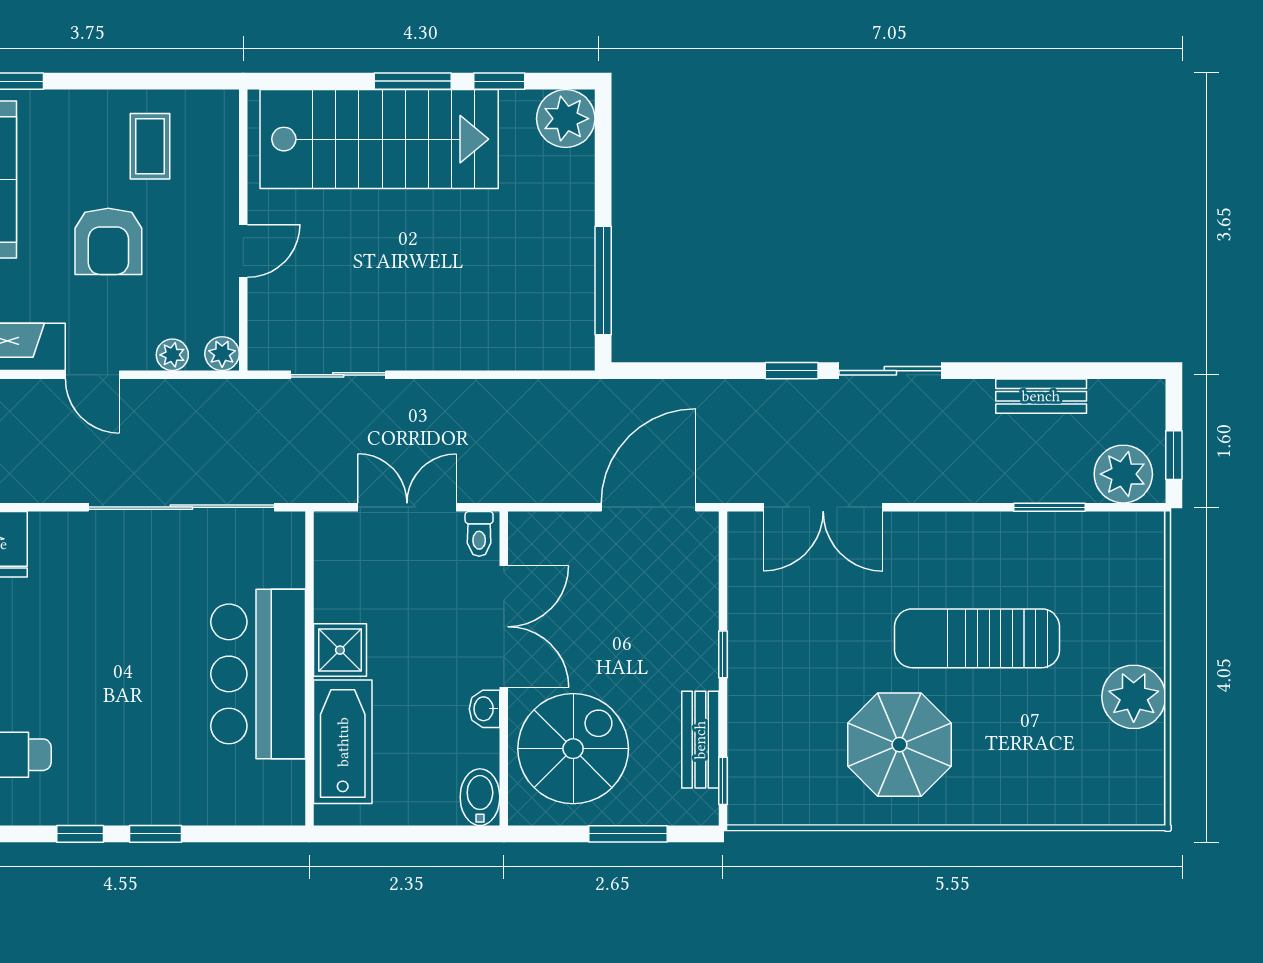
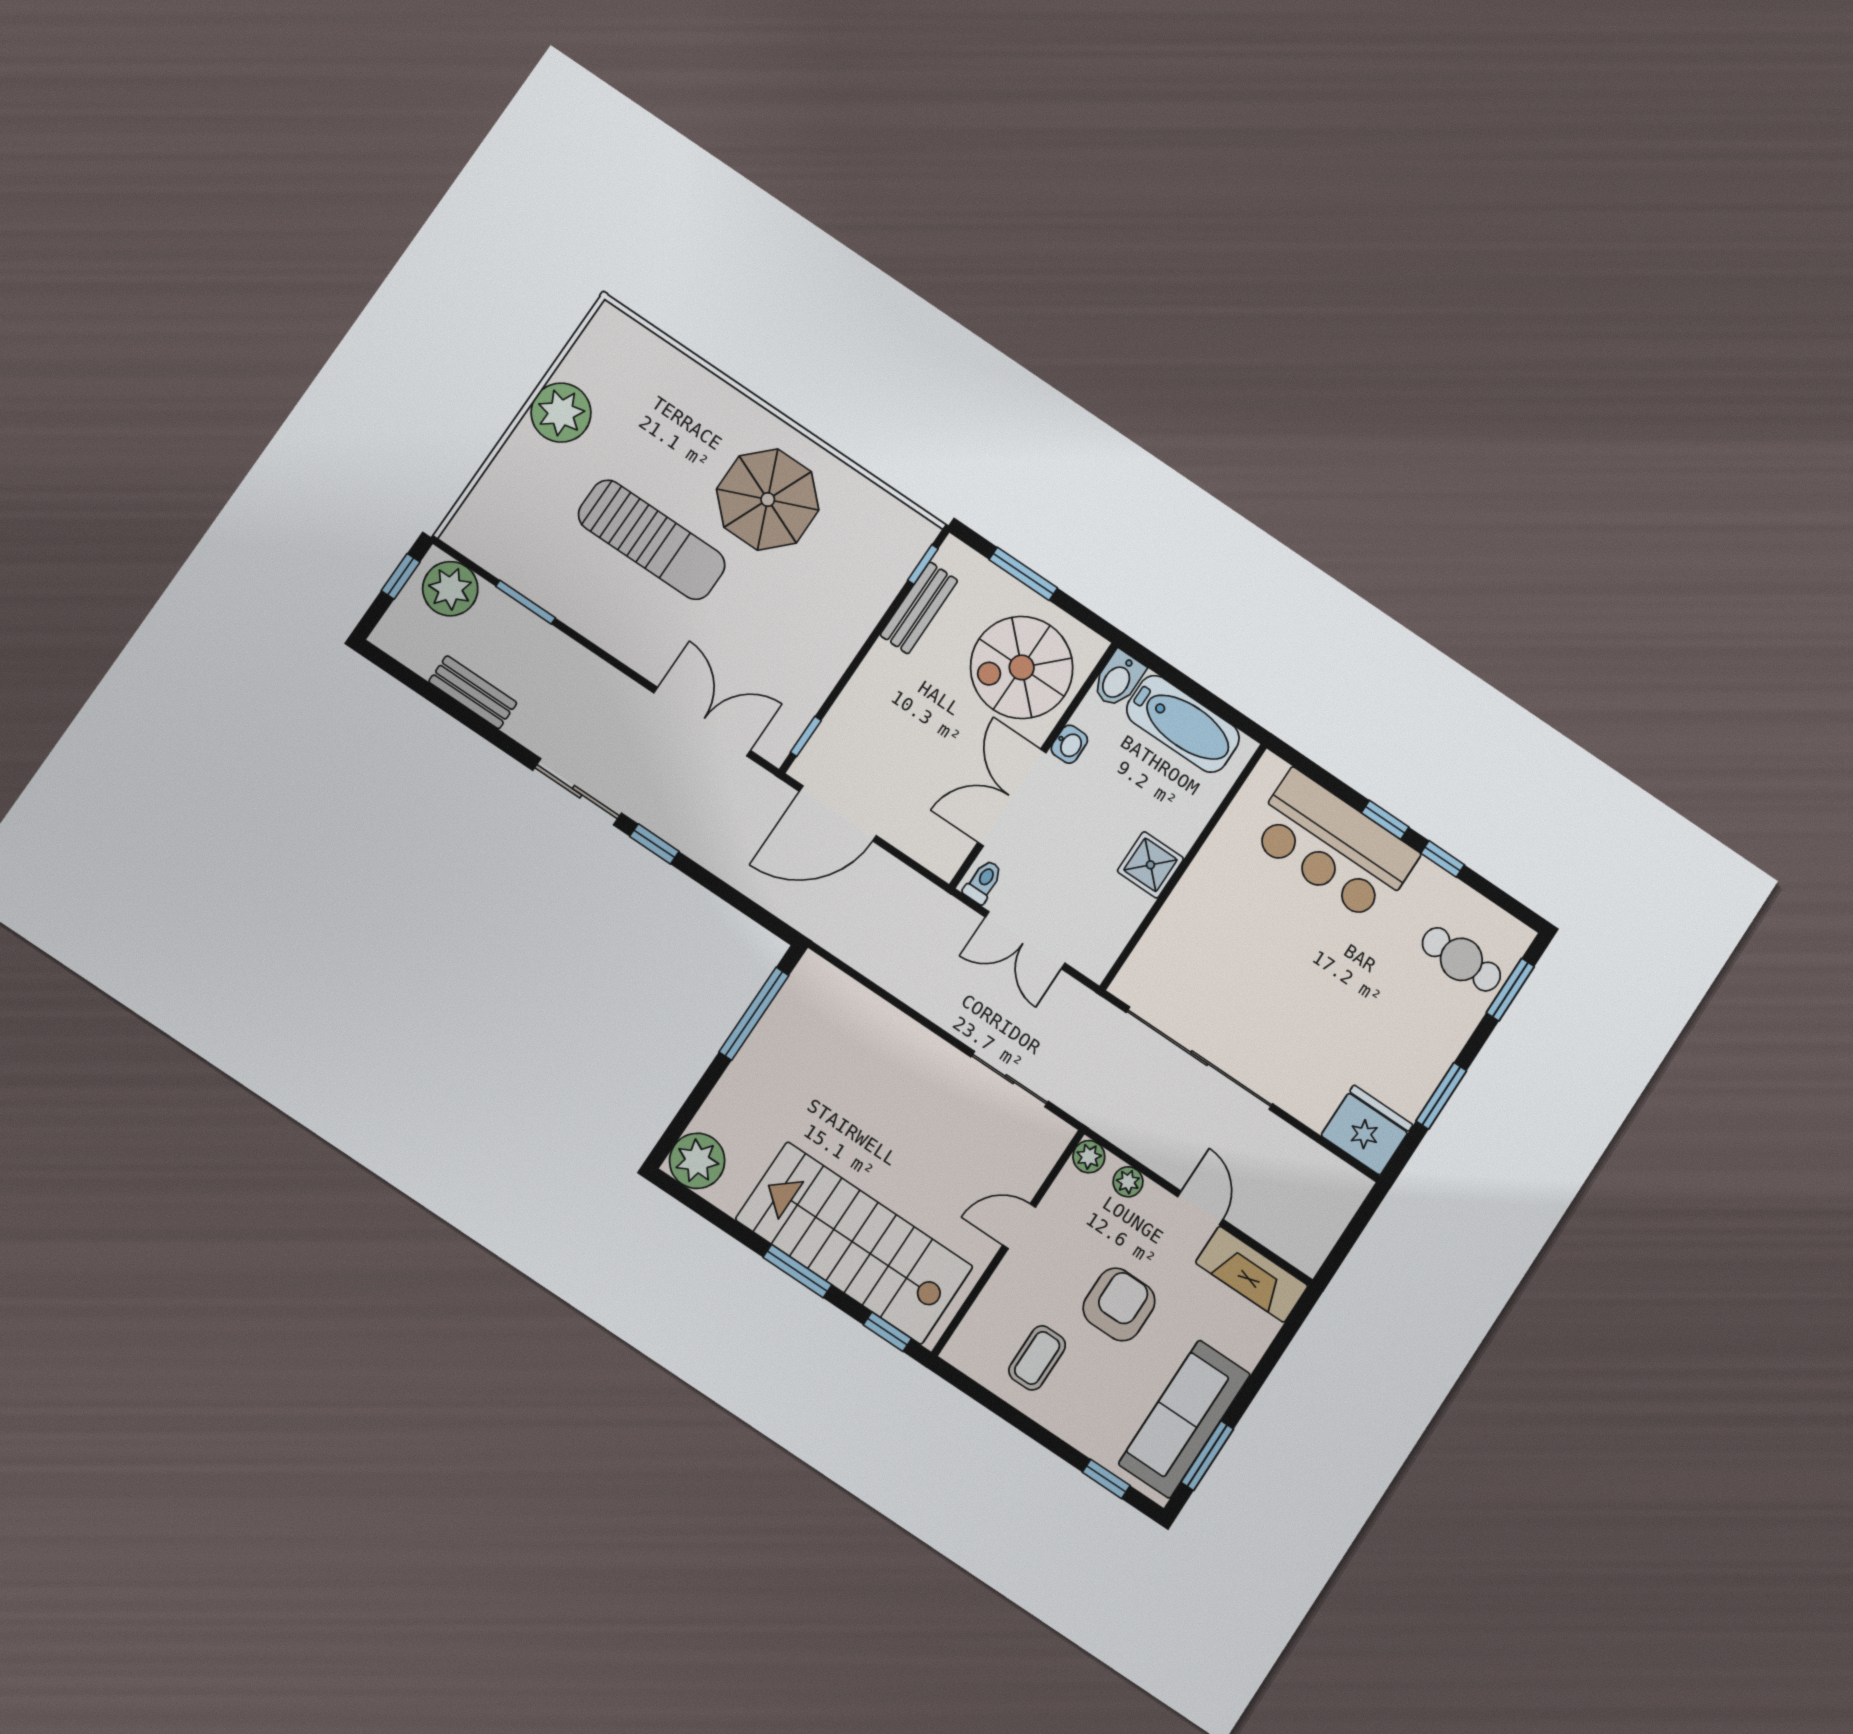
window: (499, 81) -> (887, 1332), moved
window: (723, 654) -> (806, 736), moved
bar counter: (258, 674) -> (1333, 846), moved, turned 90
bathtub: (343, 742) -> (1183, 724), moved, turned -90

